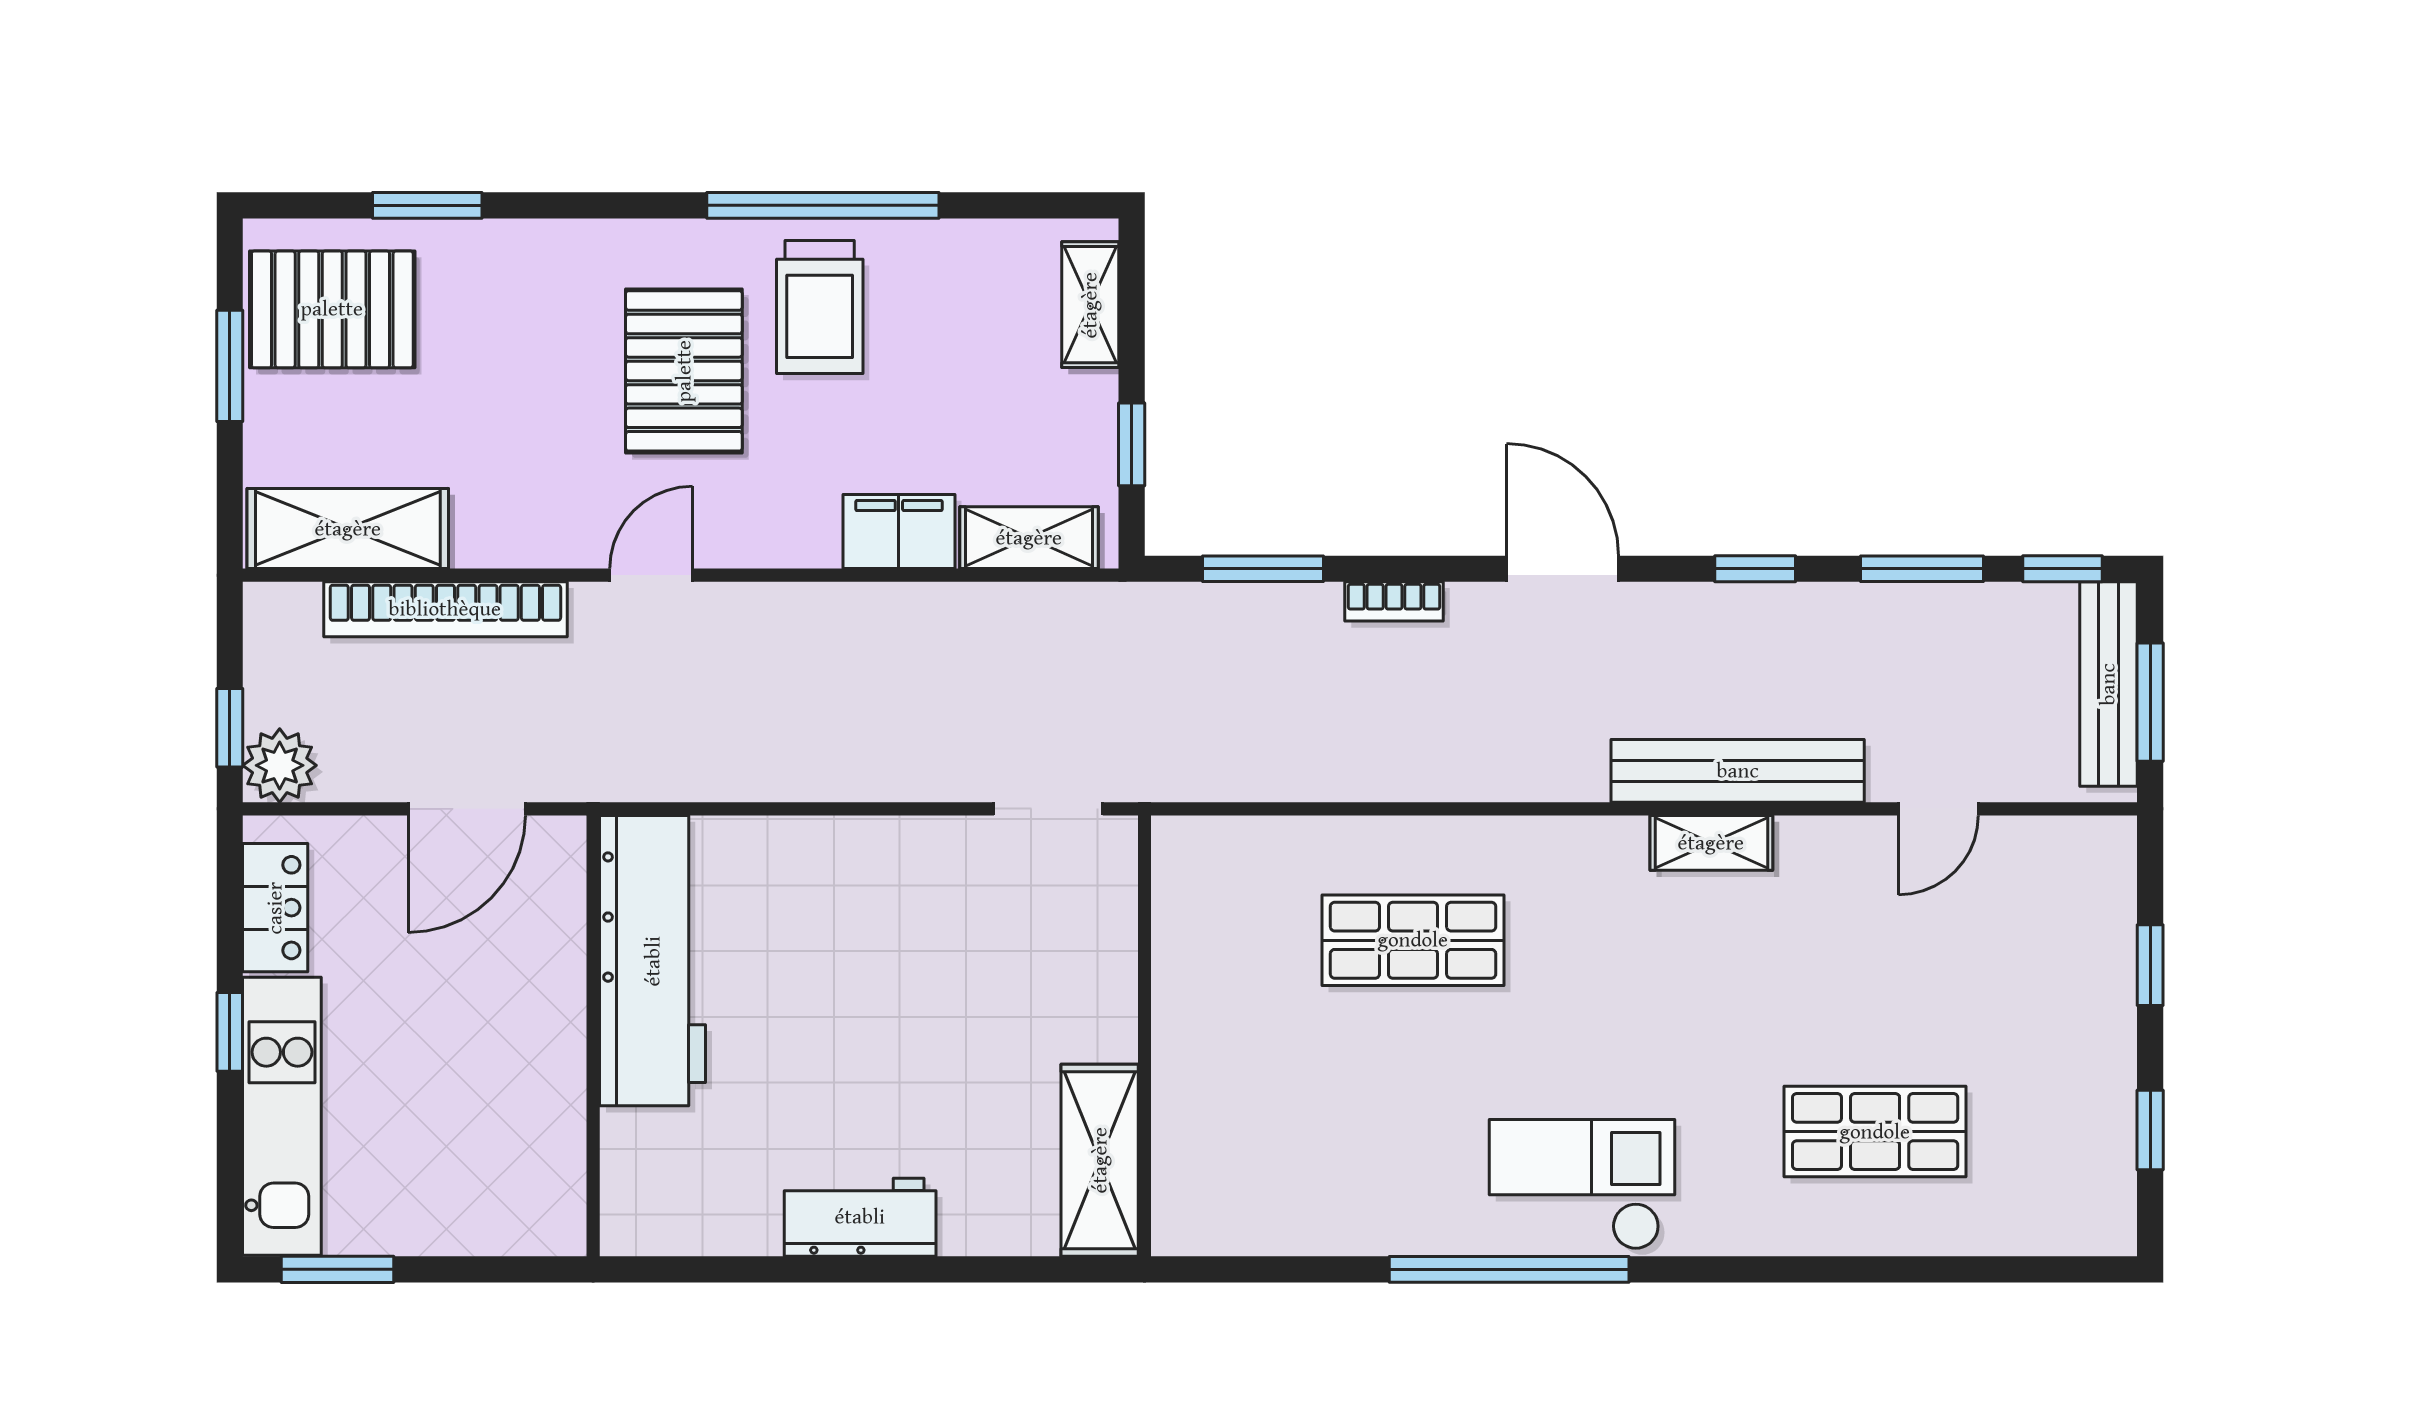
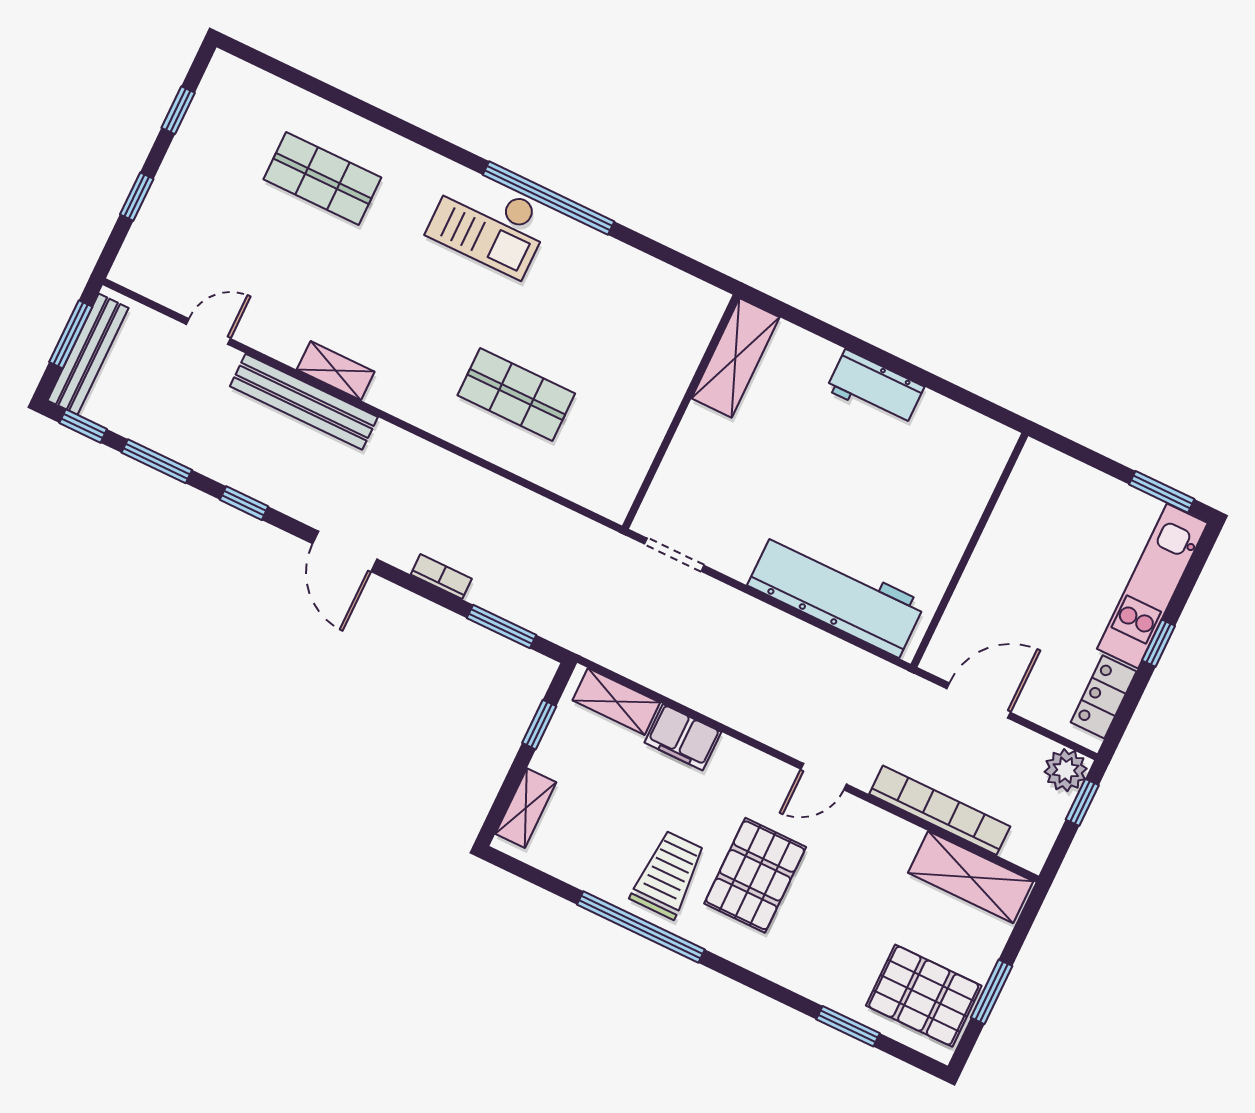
workbench: (653, 961) -> (836, 594), moved, turned 90

